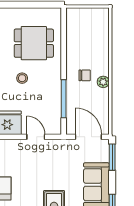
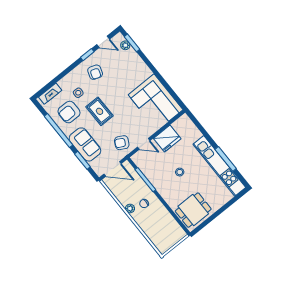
dining table: (34, 43) -> (193, 210), moved
armchair: (57, 156) -> (122, 143), added
window: (112, 157) -> (82, 160), moved

